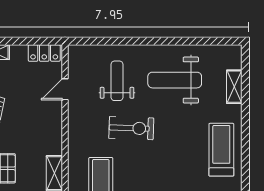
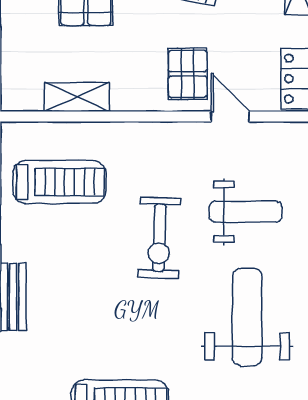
pallet: (42, 113) -> (188, 74), added

